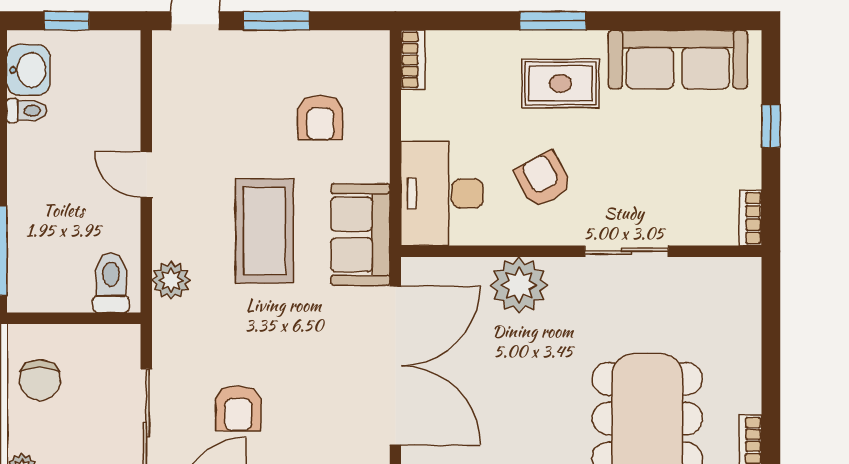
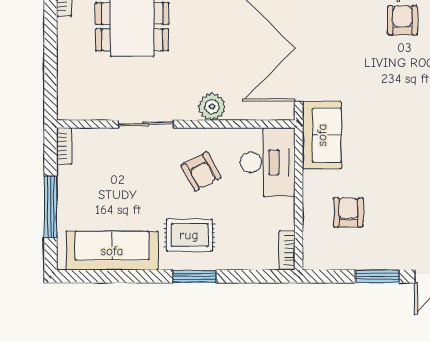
window: (771, 126) -> (50, 207), width x2.17
coffee table: (264, 231) -> (385, 137), removed
plant: (519, 285) -> (212, 107), width x0.73, depth x0.73

